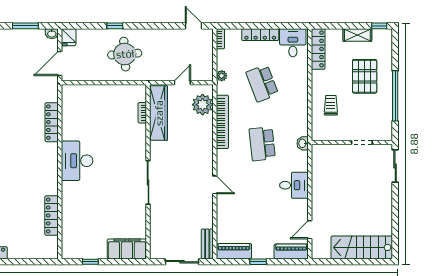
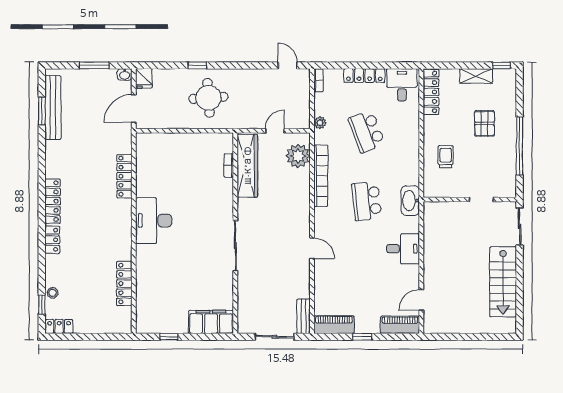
pallet: (365, 76) -> (484, 123), width x0.67, depth x0.71
washbasin: (303, 143) -> (410, 201), width x1.91, depth x1.45
stairs: (362, 247) -> (503, 282), moved, turned -90

